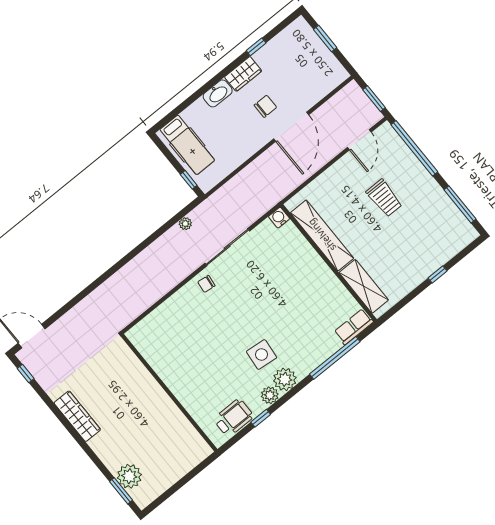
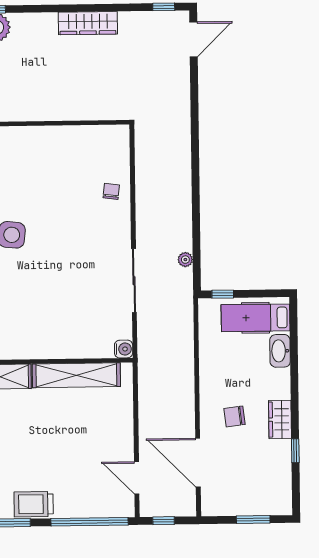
washbasin: (218, 93) -> (280, 351), moved
window: (374, 99) -> (164, 521), width x0.67
chair: (265, 106) -> (235, 416), turned 83
door: (291, 127) -> (198, 463), moved
trolley: (384, 198) -> (34, 504), moved
chair: (206, 284) -> (111, 191), moved

